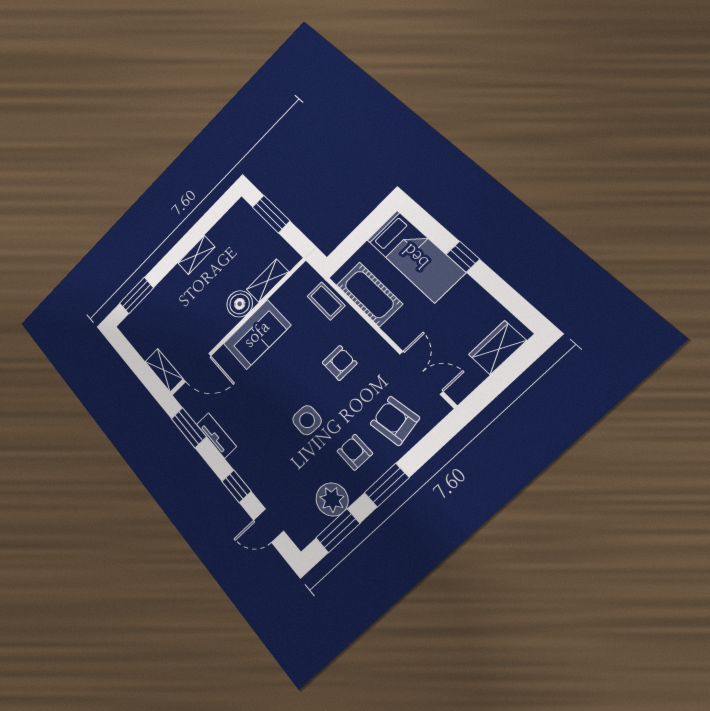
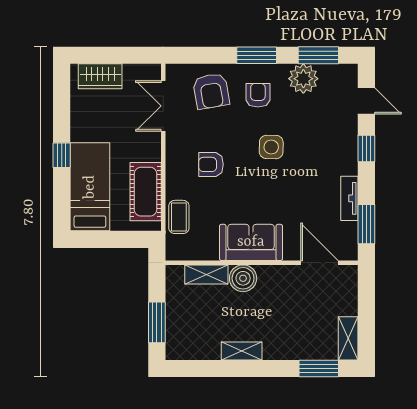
shelving: (164, 370) -> (348, 338), moved
armchair: (355, 452) -> (258, 95), turned 180

